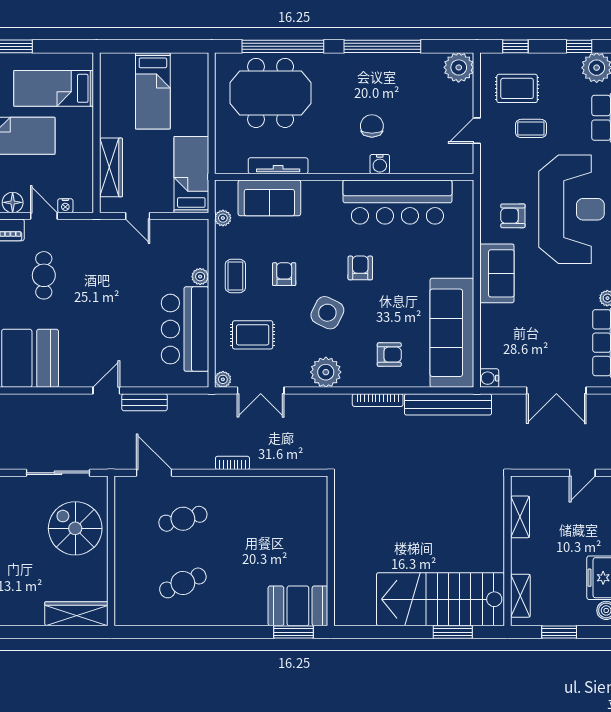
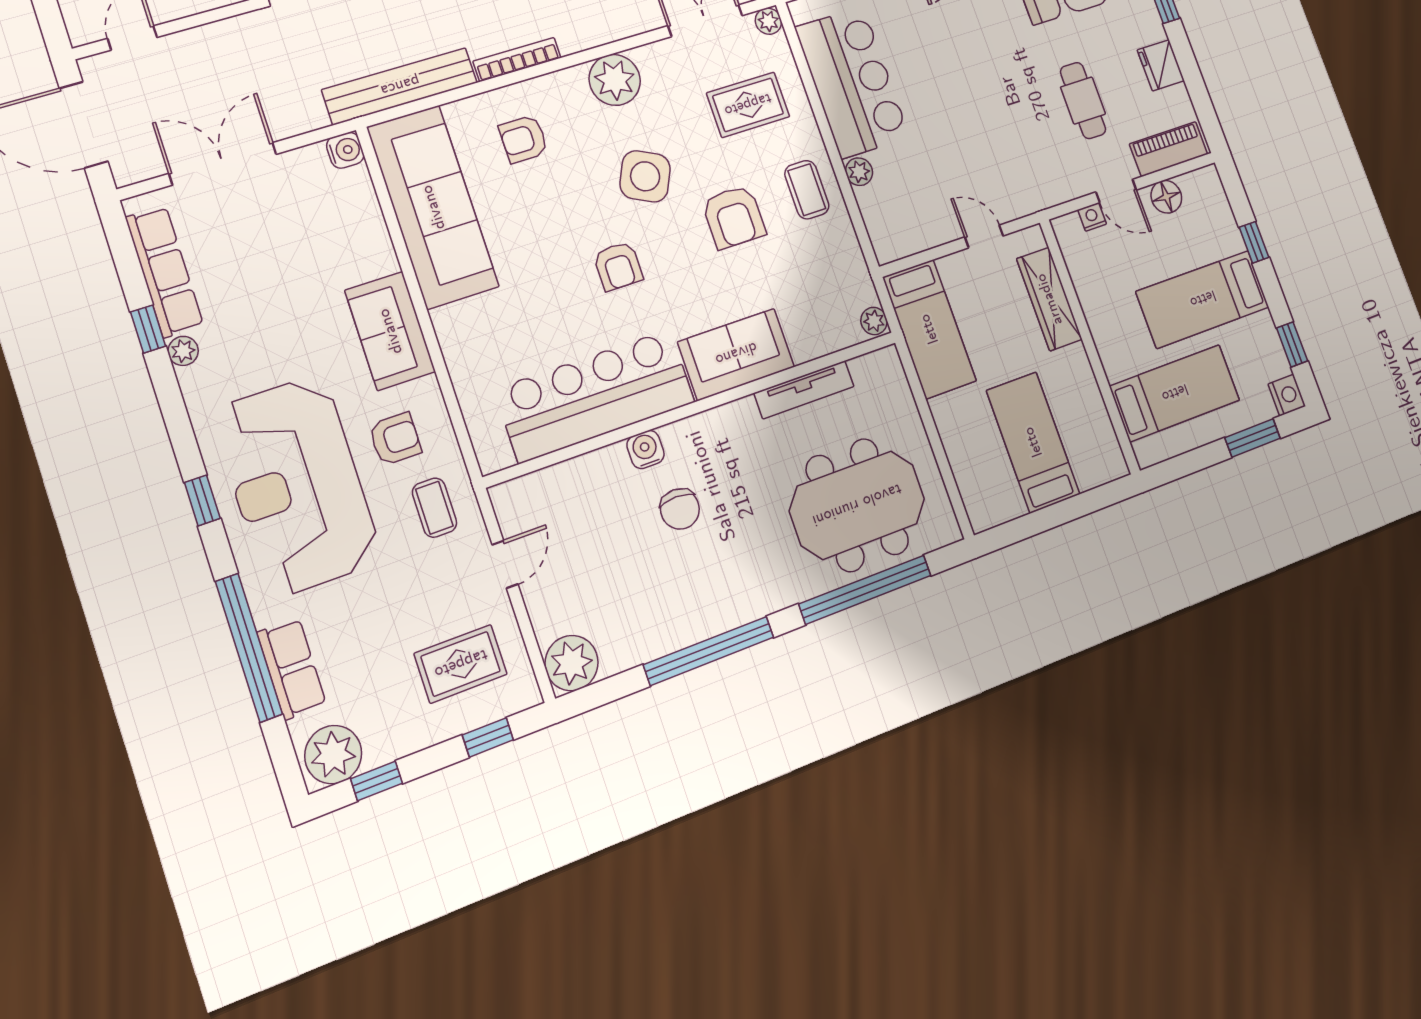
coffee table: (531, 128) -> (434, 508), moved, turned 90
sofa: (269, 198) -> (736, 354), moved
plant: (223, 218) -> (874, 321), moved
armchair: (284, 274) -> (734, 217), width x1.38, depth x1.38

